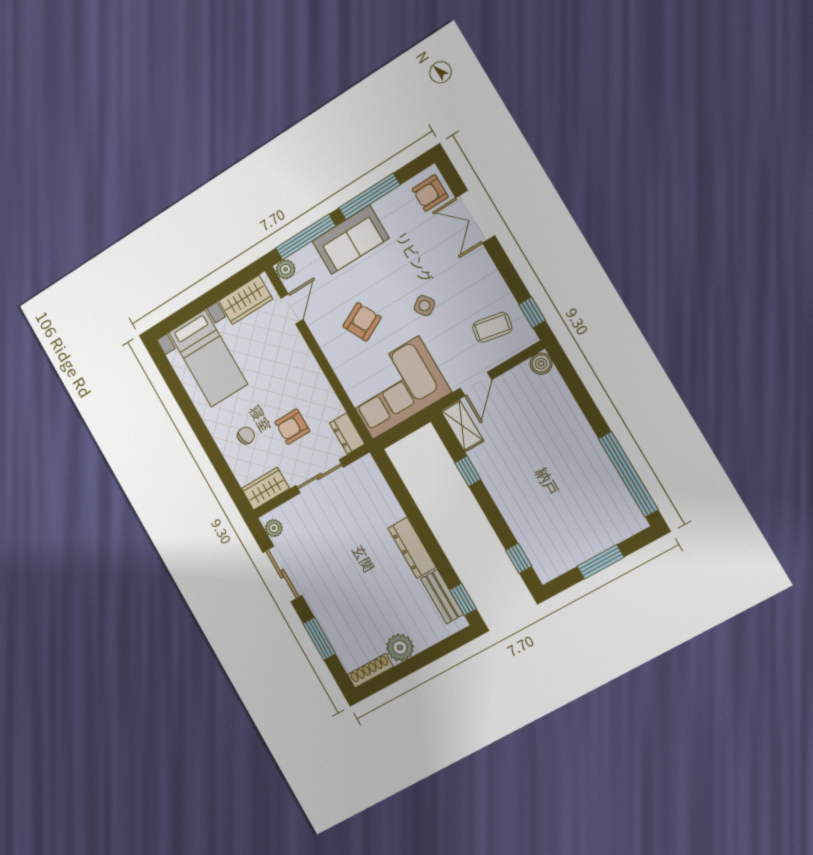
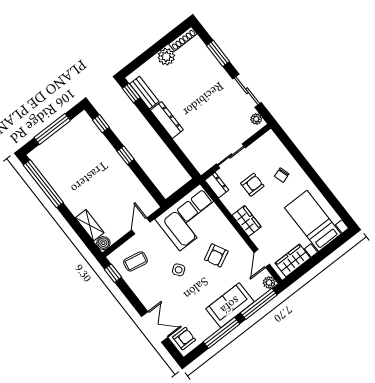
shelving: (462, 426) -> (90, 225), moved
window: (468, 471) -> (126, 155), moved
wardrobe: (265, 489) -> (247, 221), moved, turned -90
window: (601, 562) -> (52, 129), width x1.44

